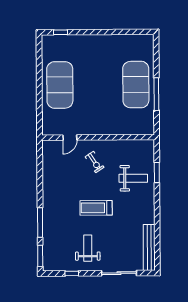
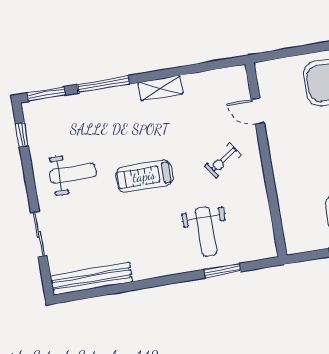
shelving: (48, 190) -> (161, 88), added
treadmill: (96, 208) -> (144, 176), turned -90
window: (72, 273) -> (22, 135), moved
sliding door: (119, 273) -> (39, 234), width x0.73

